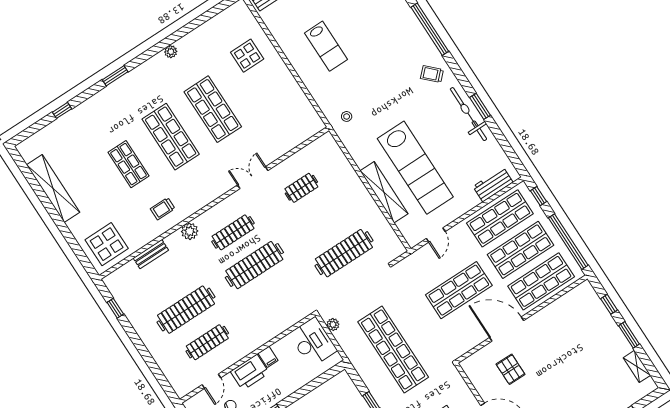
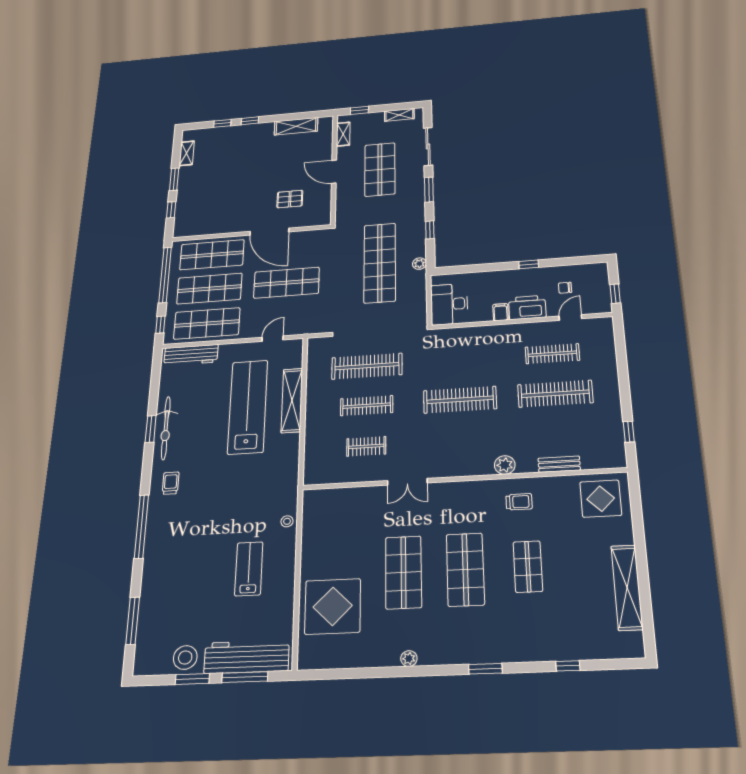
display table: (247, 56) -> (333, 606), width x1.86, depth x1.86
trolley: (432, 74) -> (171, 483), turned -135
stool: (347, 116) -> (287, 521), moved
workbench: (493, 184) -> (191, 355), width x1.38
clothes rail: (233, 232) -> (367, 406), moved
plant: (333, 325) -> (419, 264), moved
pallet: (511, 369) -> (290, 199), turned 90

